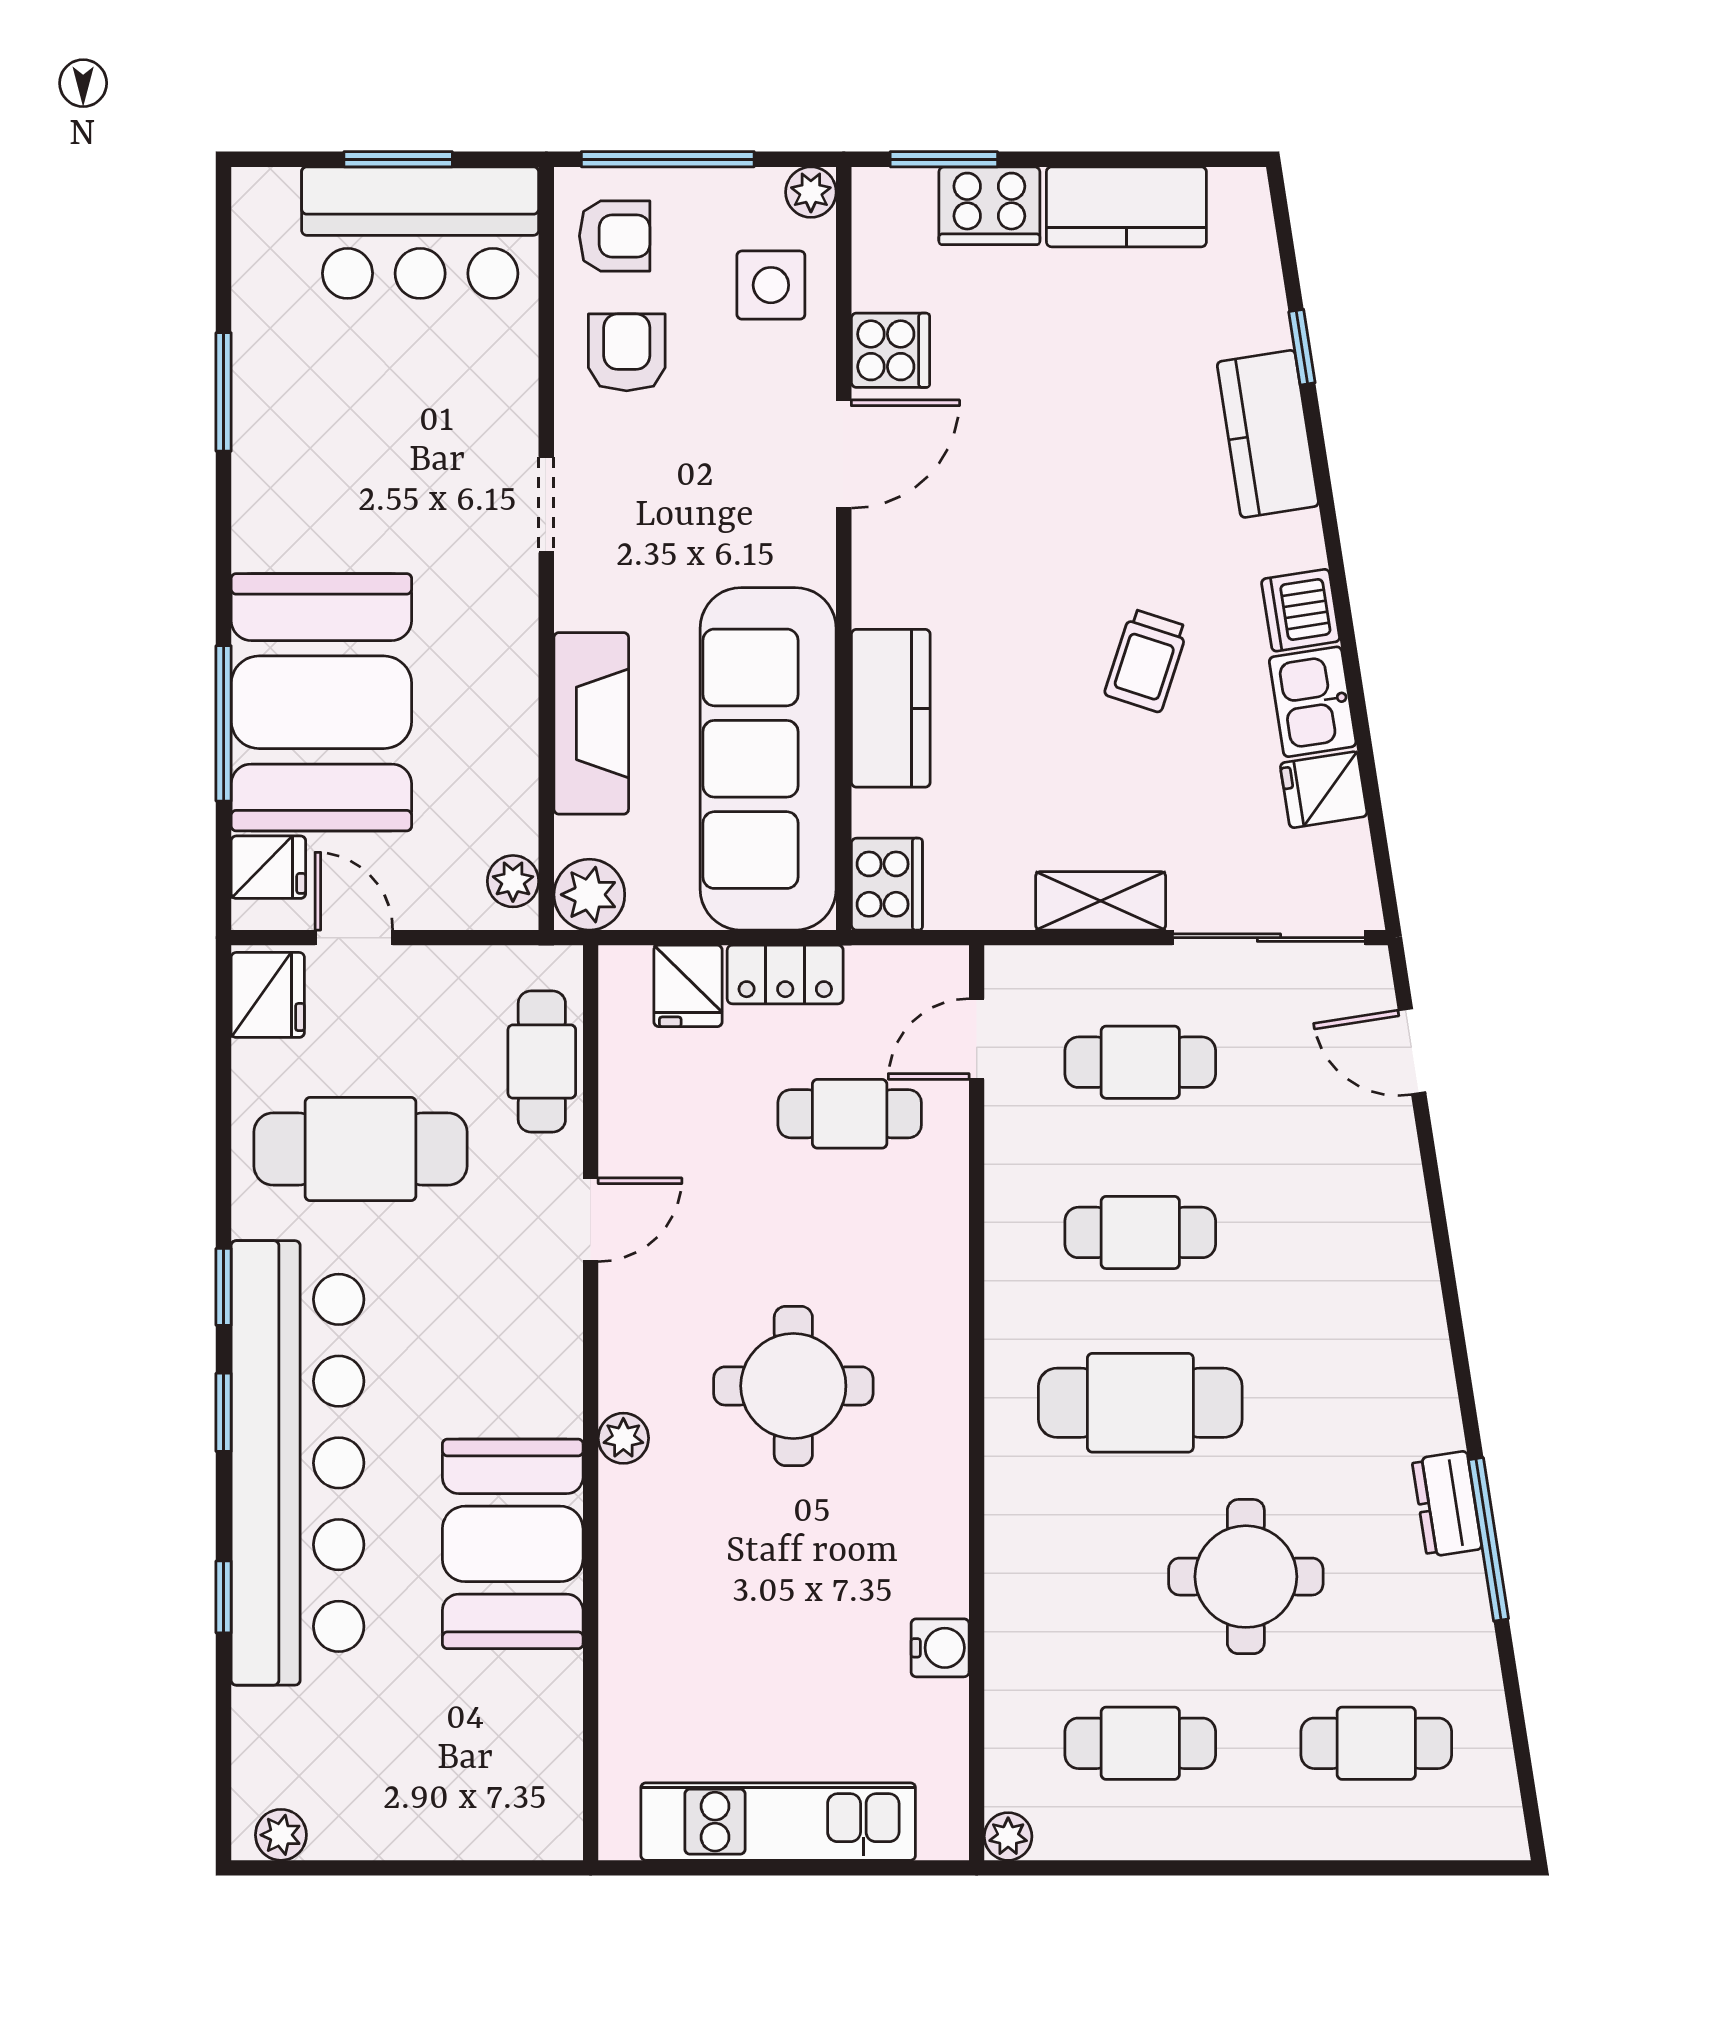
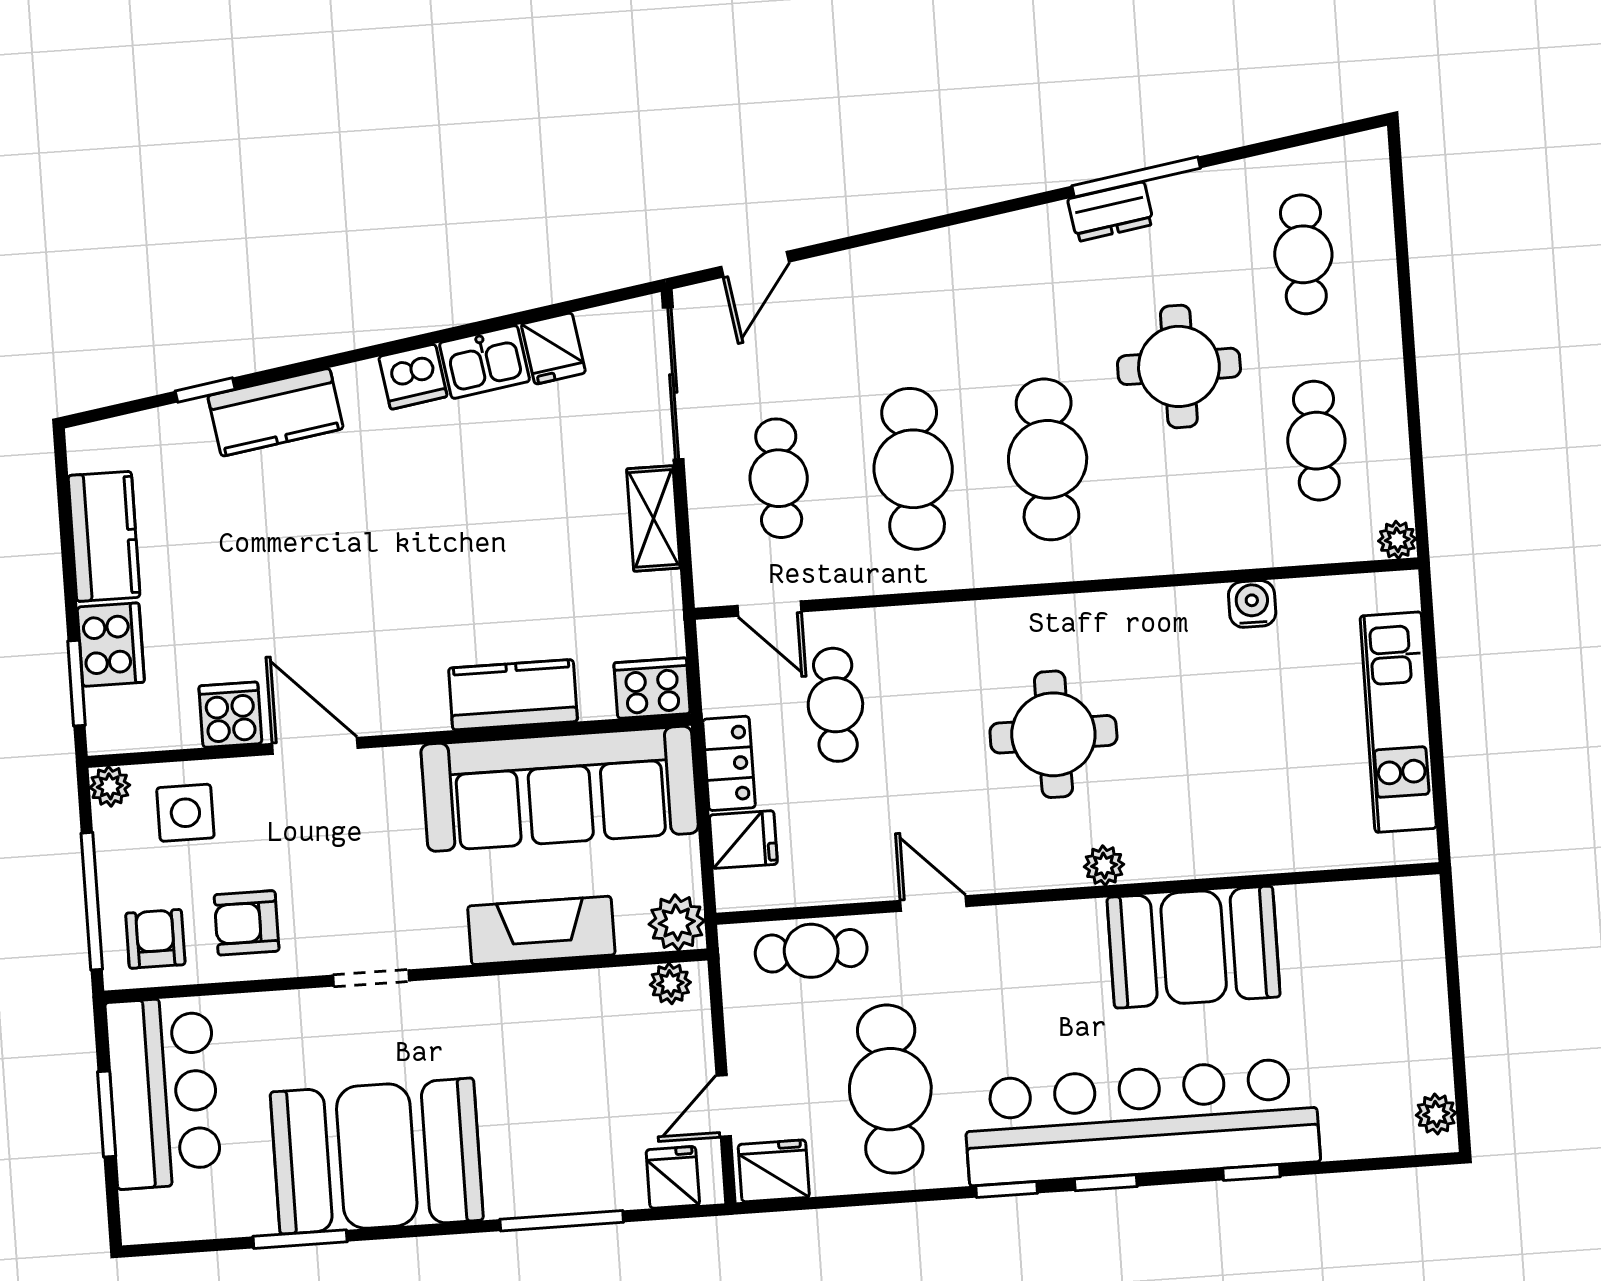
trolley: (1146, 661) -> (461, 496), removed
booth: (321, 702) -> (377, 1156), moved
cafe table: (1140, 1232) -> (913, 469), width x1.37, depth x1.35

